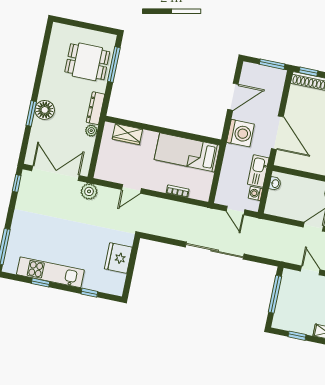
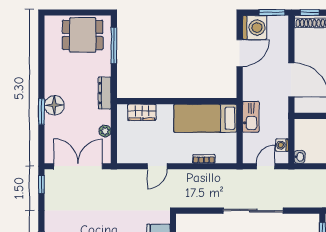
dining table: (87, 62) -> (83, 35), moved
plant: (91, 131) -> (105, 131), moved
washing machine: (240, 133) -> (255, 27), moved
kitchen sink: (258, 171) -> (251, 117), moved, turned 180
washbasin: (275, 184) -> (300, 157), moved
plant: (89, 191) -> (115, 178), removed
door: (236, 210) -> (266, 166), swing flipped

